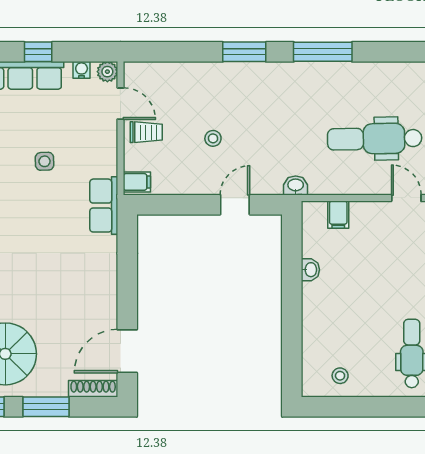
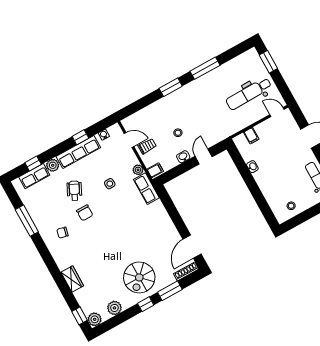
plant: (107, 72) -> (138, 170), moved
washbasin: (296, 185) -> (183, 157), moved

